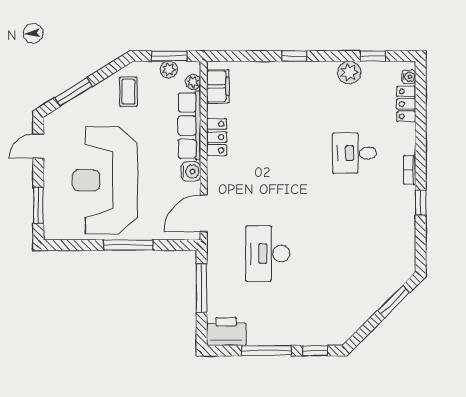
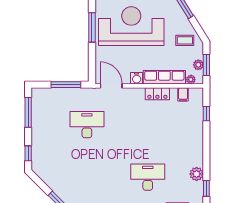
window: (294, 56) -> (206, 114), moved
filing cabinet: (218, 86) -> (183, 94), width x0.50
desk: (354, 153) -> (148, 177), width x1.37
window: (128, 245) -> (92, 27), moved
printer: (226, 332) -> (40, 100), removed
window: (266, 351) -> (28, 112), moved

